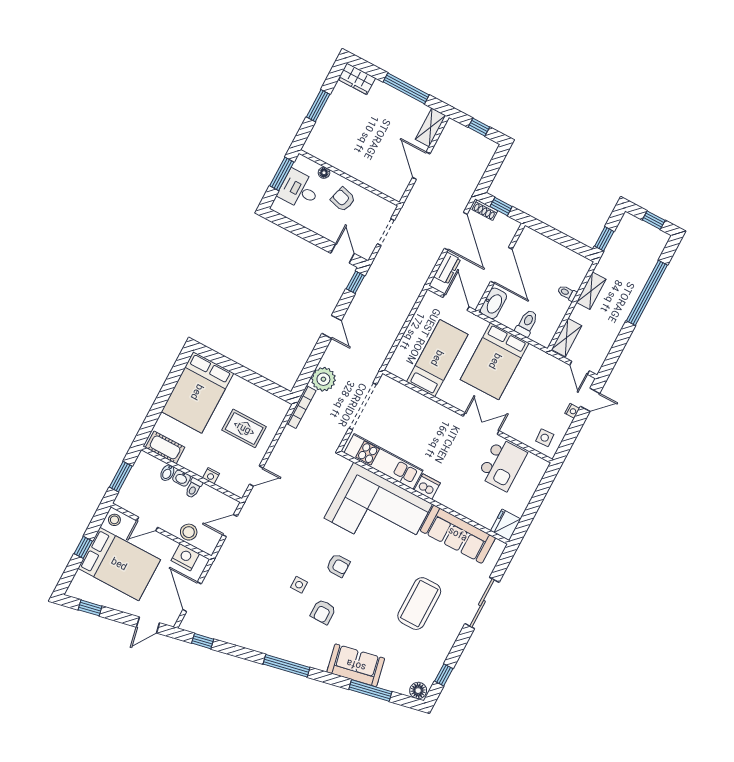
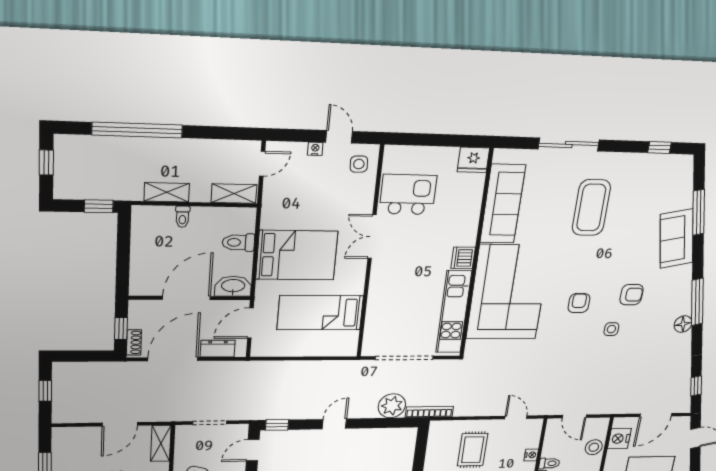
shelving: (431, 127) -> (161, 443), moved, turned 90
door: (590, 400) -> (339, 137), moved
coffee table: (419, 604) -> (591, 208), turned 90
floor lamp: (418, 691) -> (683, 324), moved

